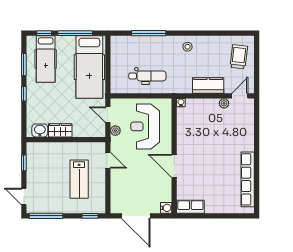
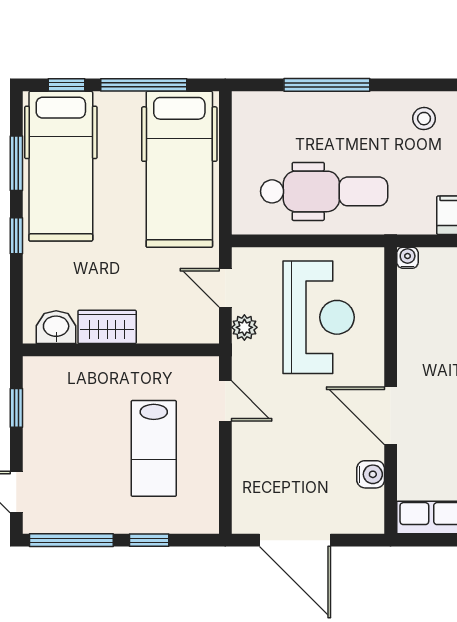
hospital bed: (46, 59) -> (61, 166), width x1.37, depth x1.29
dental chair: (147, 76) -> (324, 191), width x1.36, depth x1.38
reception desk: (145, 126) -> (319, 317), turned 180
water cooler: (166, 208) -> (371, 474), moved
window: (90, 216) -> (149, 540), moved

